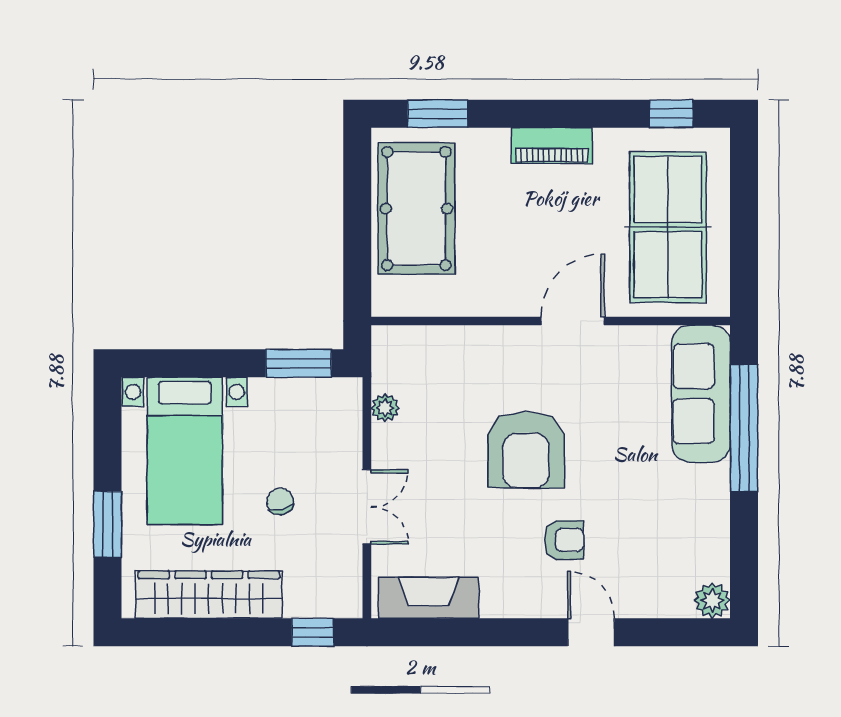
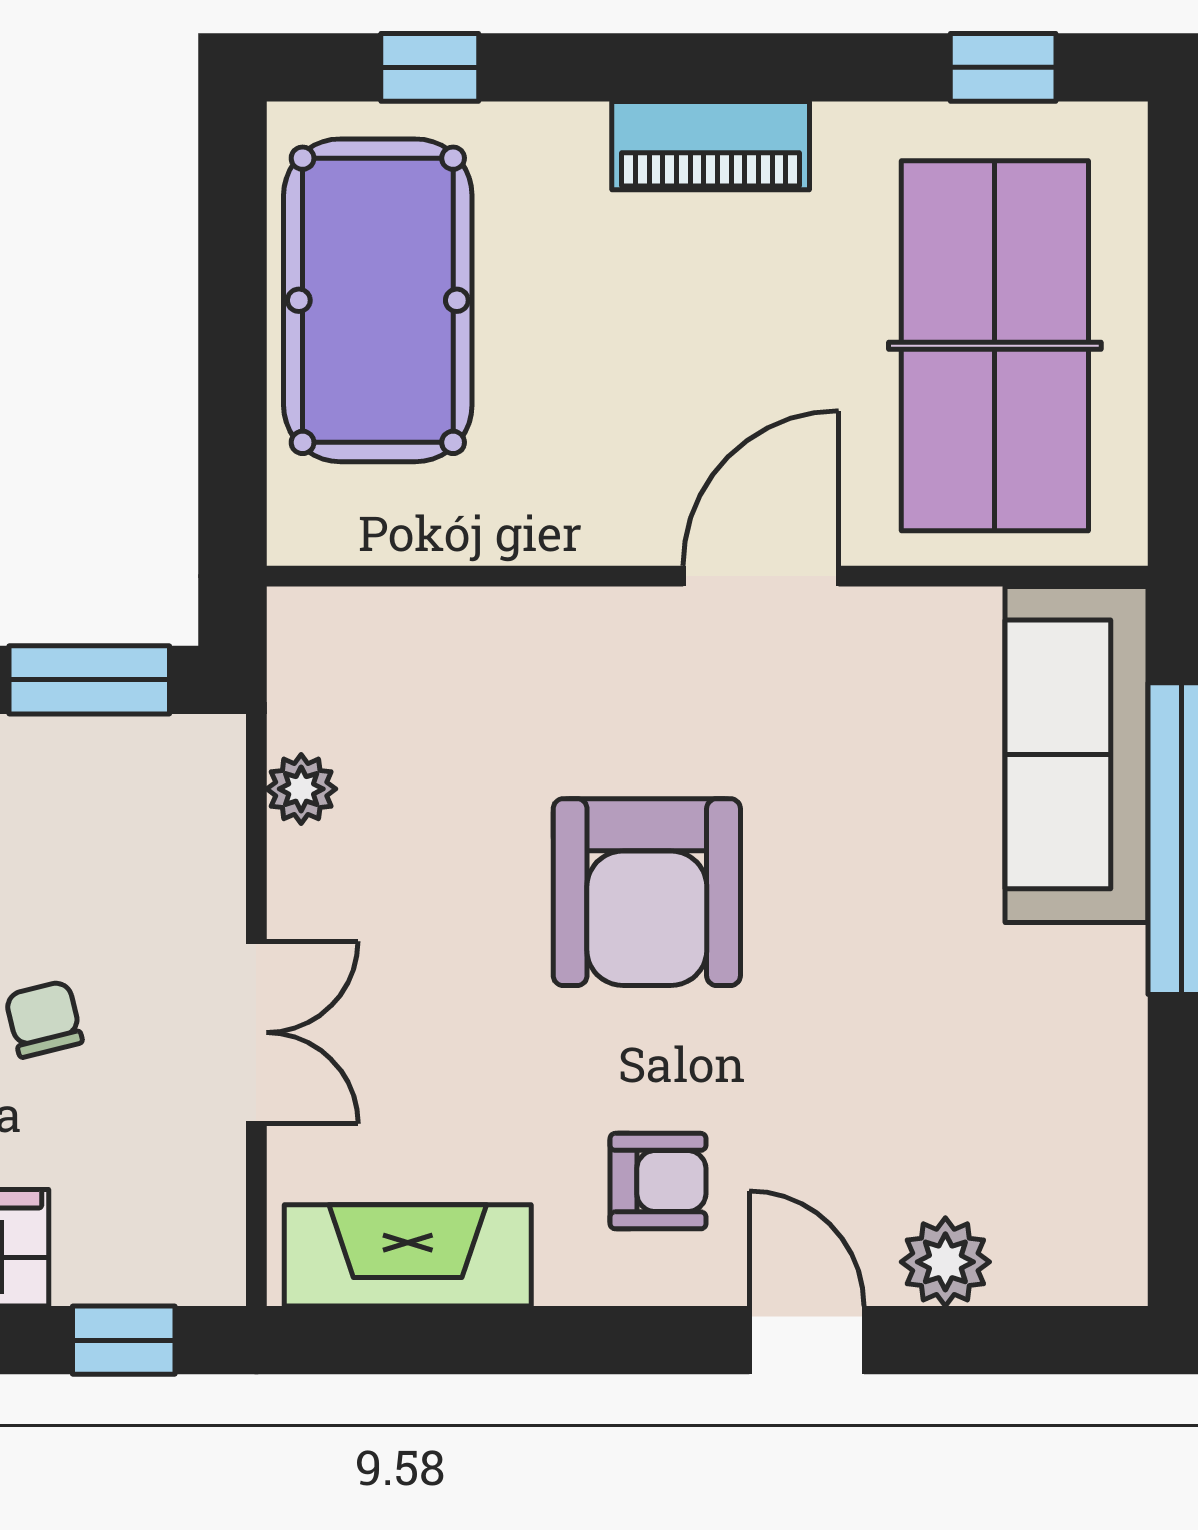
window: (438, 114) -> (430, 67), width x0.67
armchair: (564, 540) -> (658, 1181), moved
plant: (712, 600) -> (945, 1262), moved

